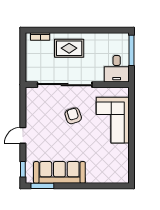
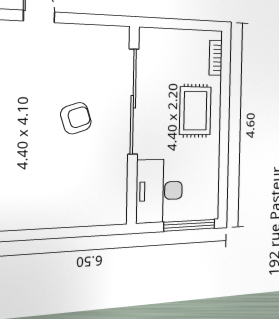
desk: (117, 69) -> (159, 191), width x1.37
corner sofa: (113, 120) -> (67, 196), removed

